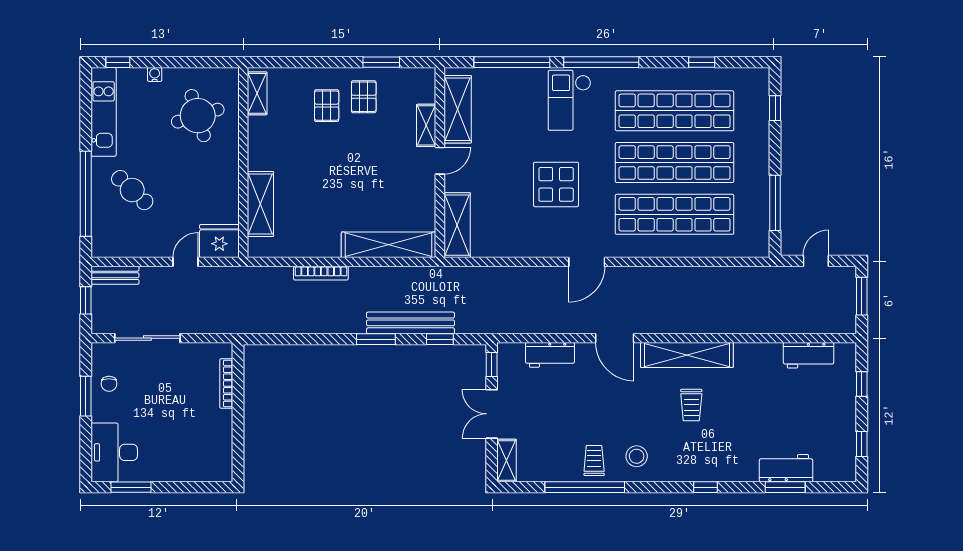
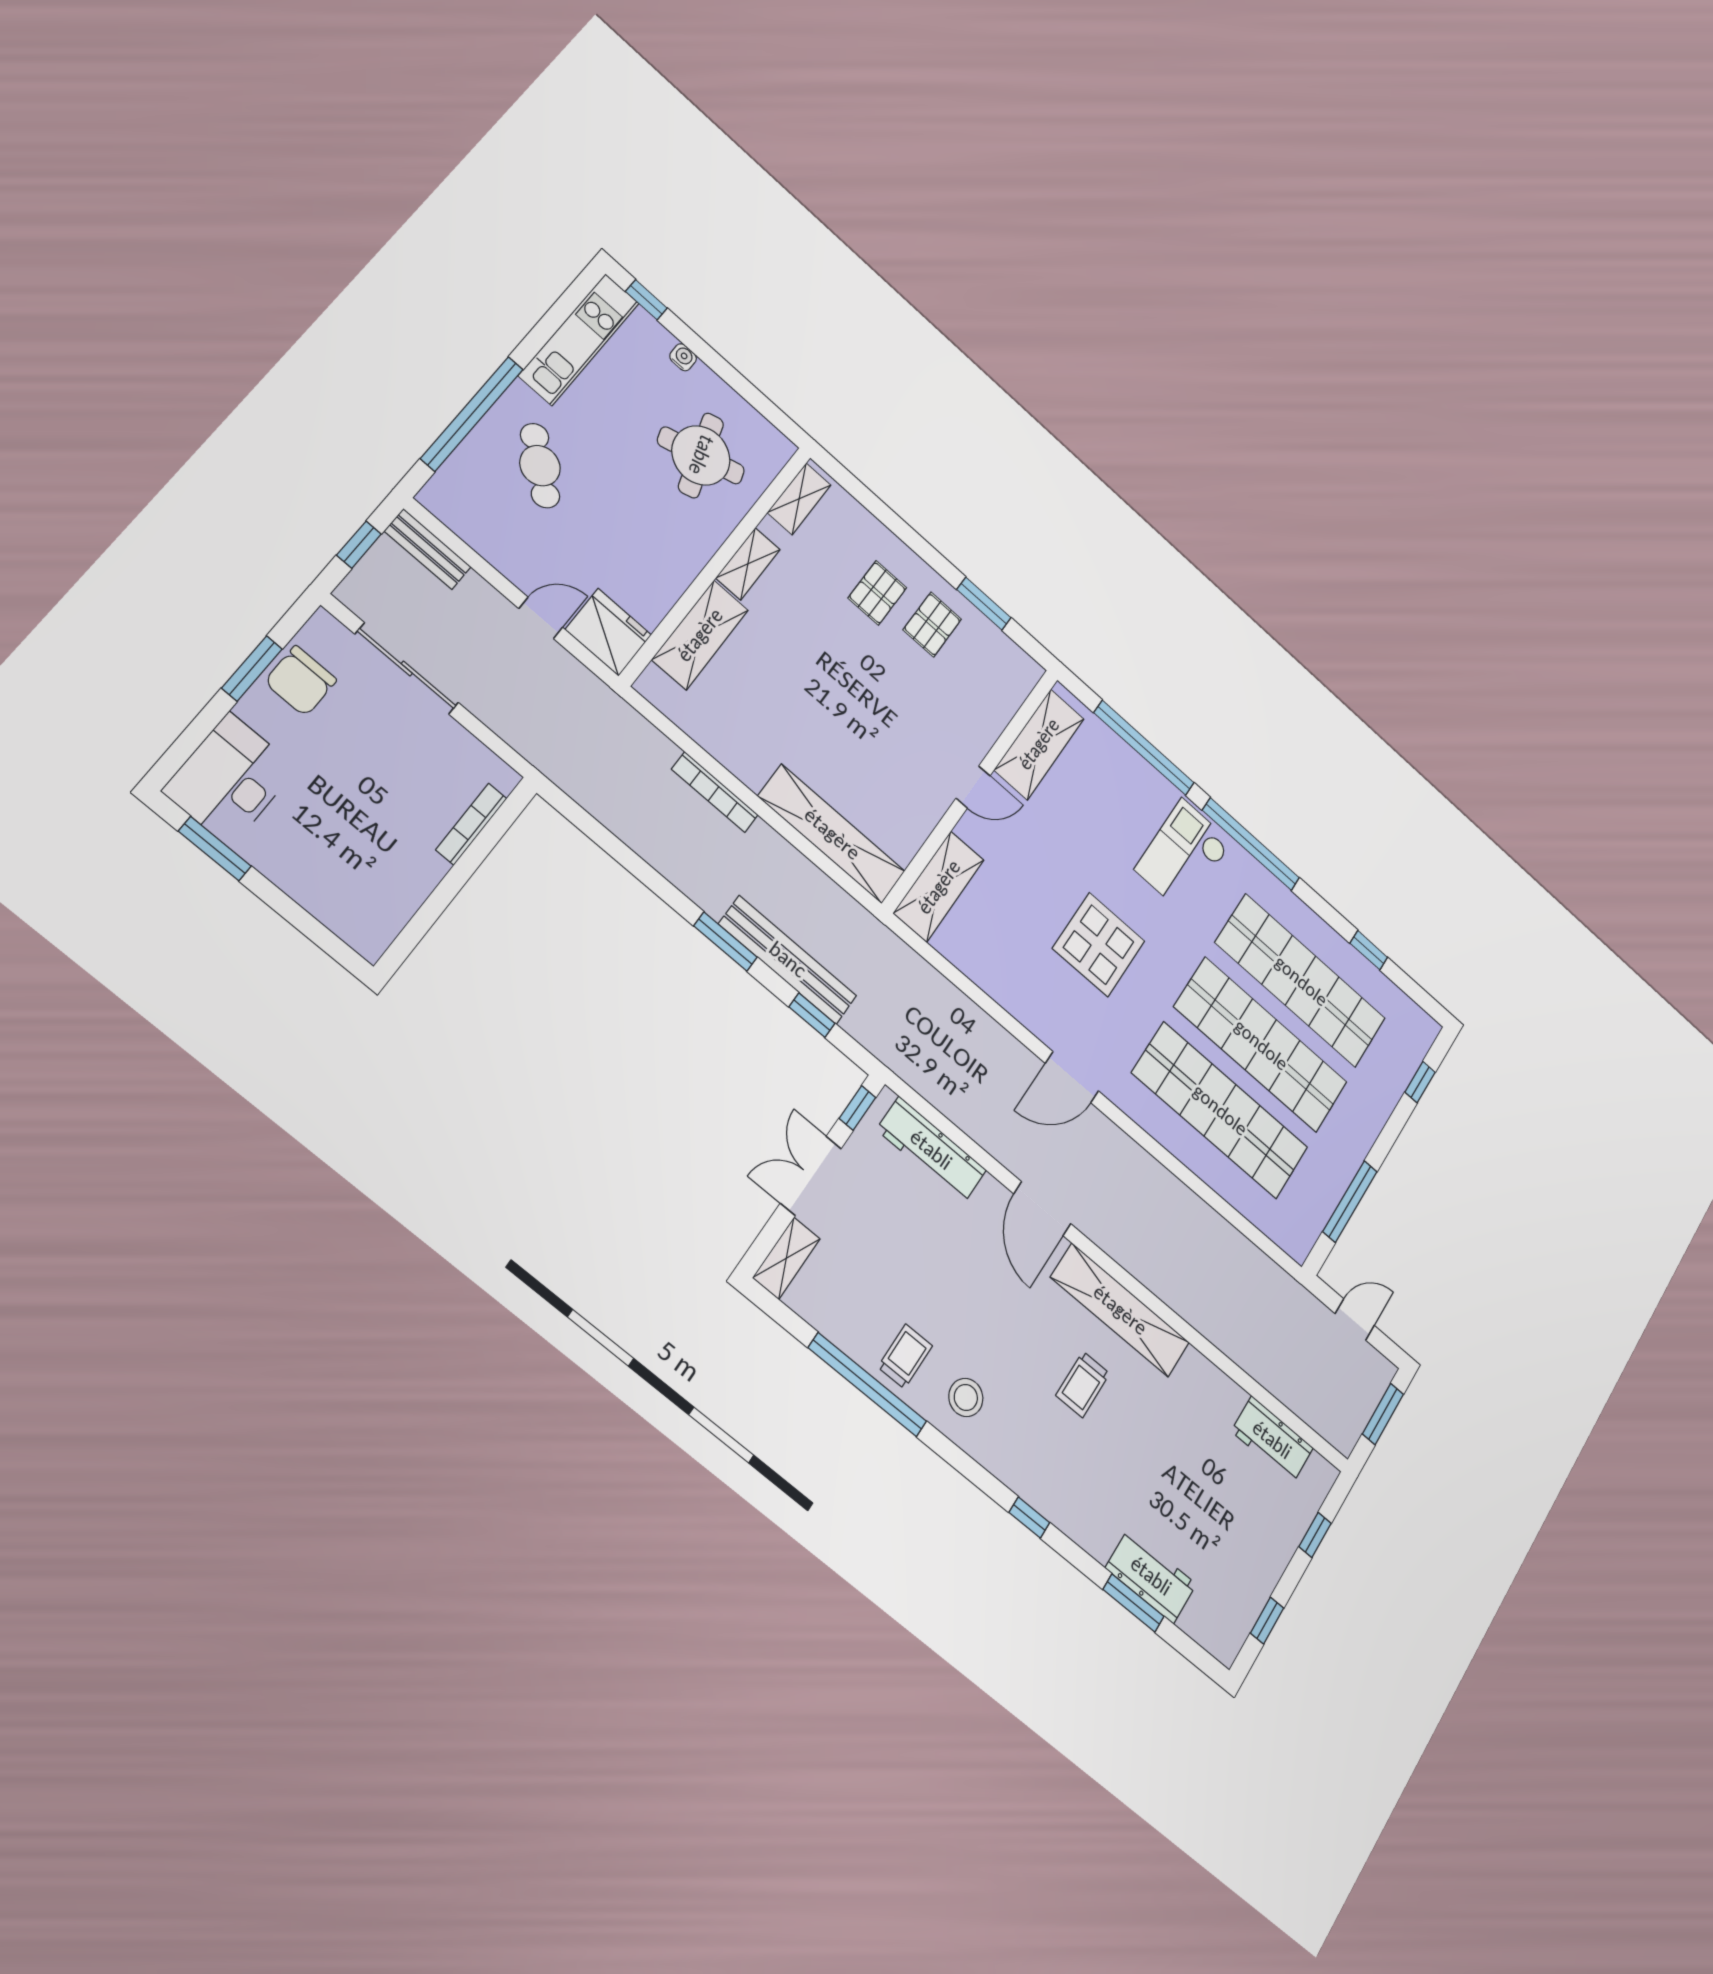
shelving: (426, 125) -> (748, 564), moved
workbench: (550, 355) -> (931, 1150), width x1.38
chair: (109, 384) -> (301, 681), width x1.87, depth x1.87

